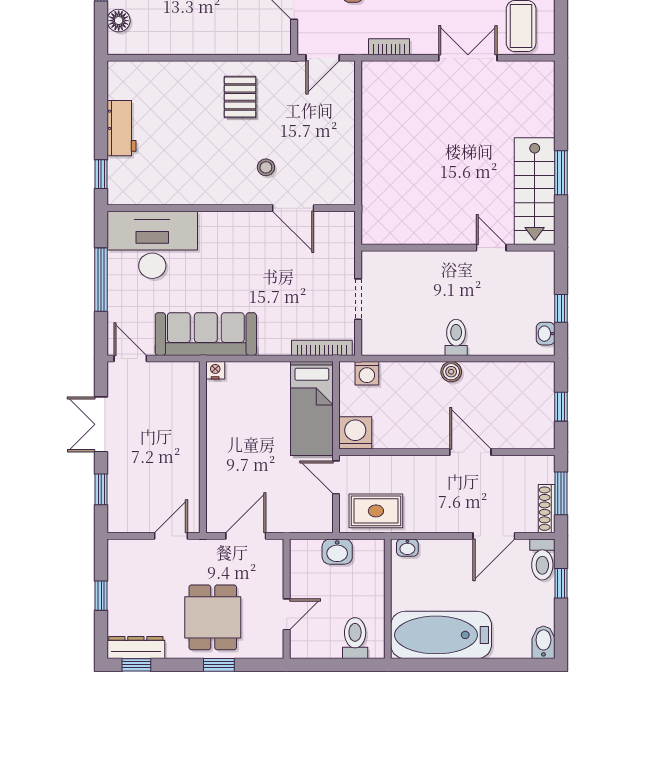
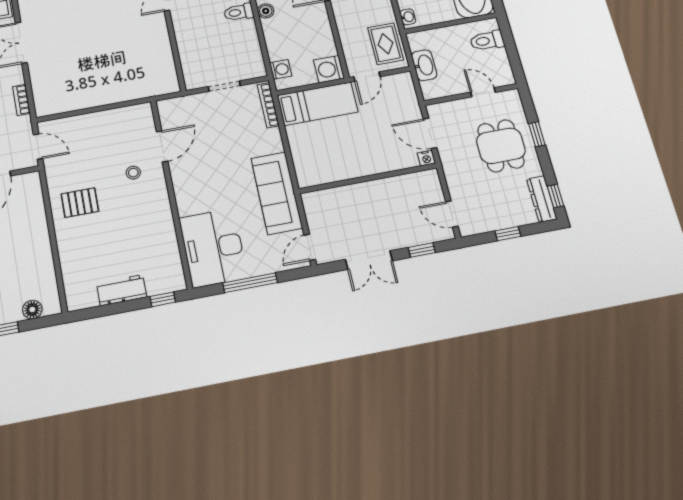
nightstand: (215, 370) -> (426, 158), moved, turned -90
door: (171, 536) -> (452, 214), moved
washbasin: (337, 552) -> (424, 65), width x1.38
dining table: (213, 617) -> (501, 146), turned 90

